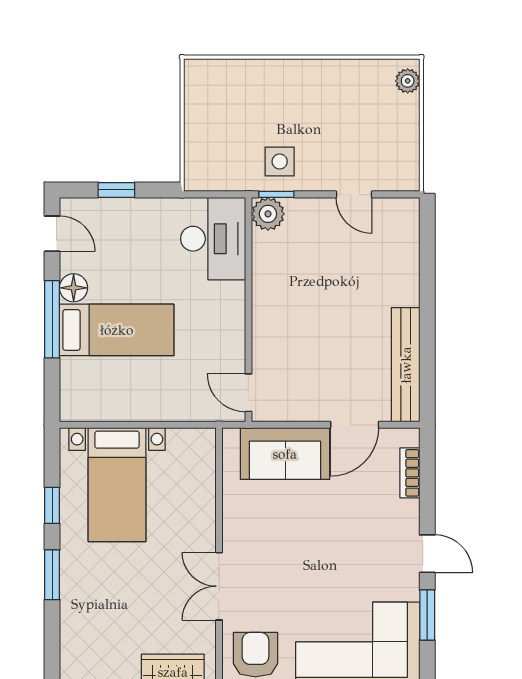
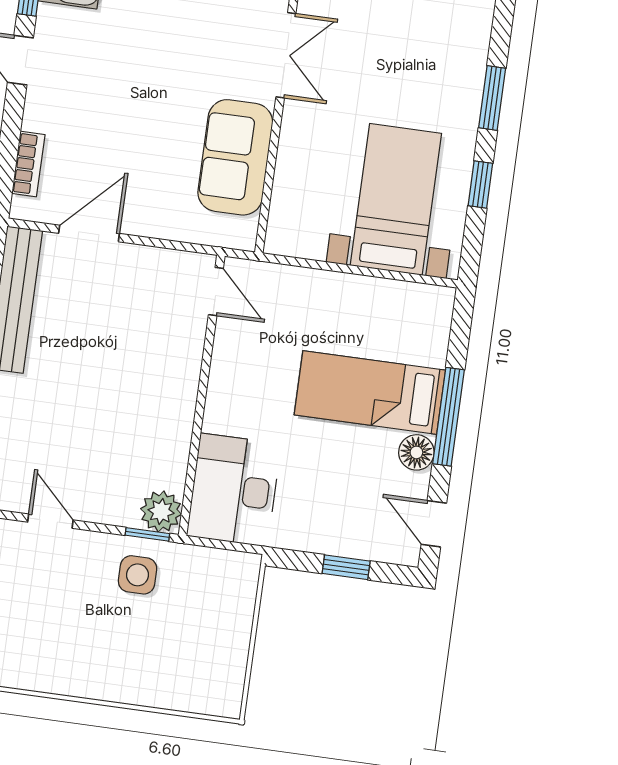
sofa: (285, 454) -> (235, 157), moved, turned -90

